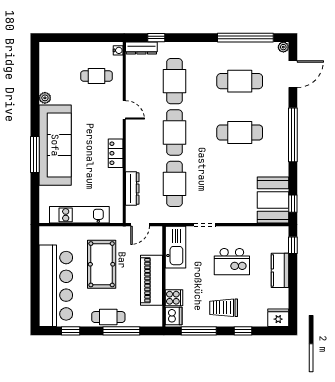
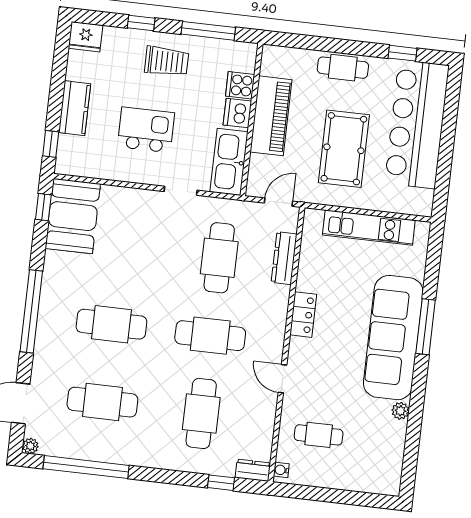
dresser: (141, 48) -> (253, 470), width x0.70
cafe table: (175, 132) -> (210, 336), turned 90
dishwasher: (174, 316) -> (237, 113), moved
window: (121, 331) -> (325, 44), removed

